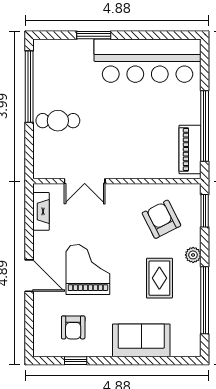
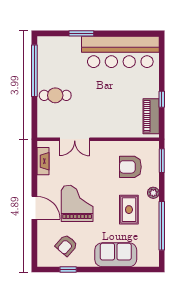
window: (205, 126) -> (162, 99), width x0.32
armchair: (161, 219) -> (130, 167), turned -63
armchair: (73, 327) -> (66, 245), turned 41

